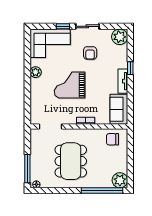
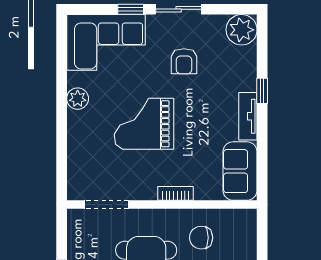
chair: (112, 139) -> (201, 238), moved

